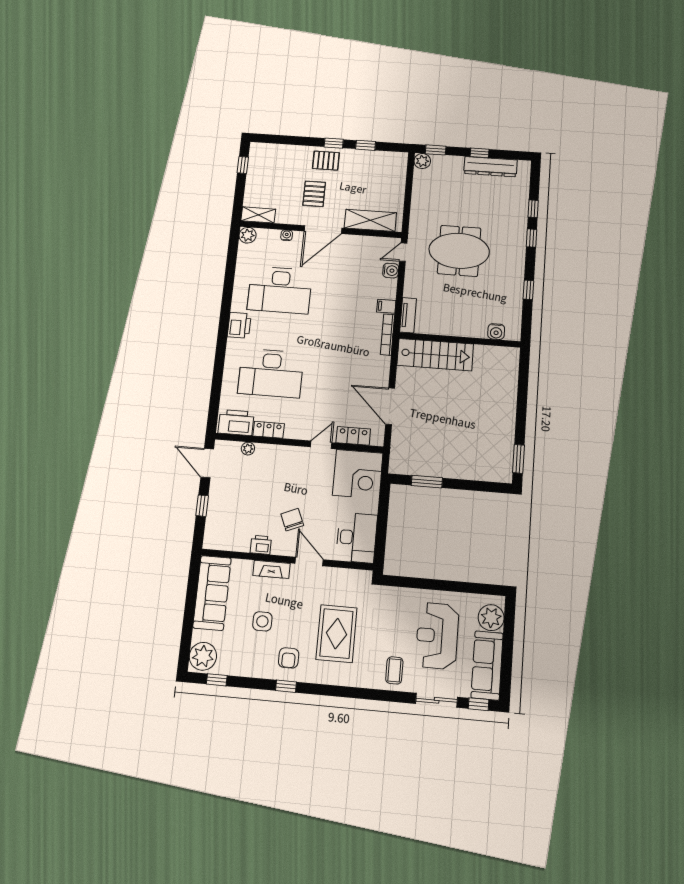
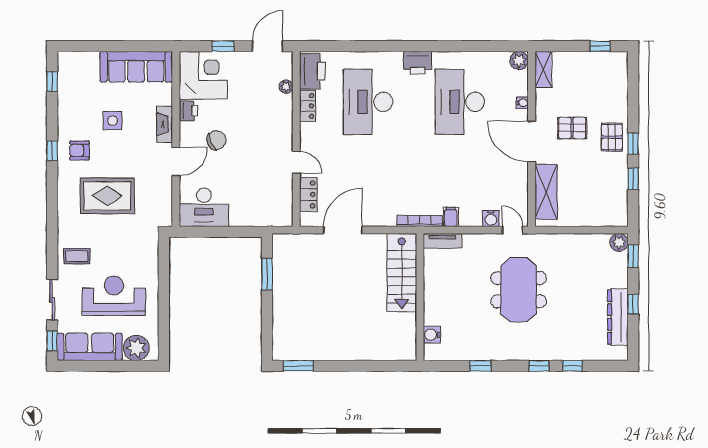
corner desk: (358, 474) -> (203, 75), moved, turned 180
plant: (203, 656) -> (73, 65), removed

